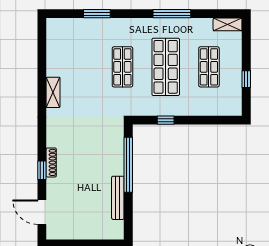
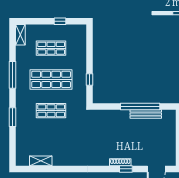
window: (97, 14) -> (13, 117), moved
shelving: (53, 92) -> (41, 161), moved
window: (128, 165) -> (140, 107), moved

